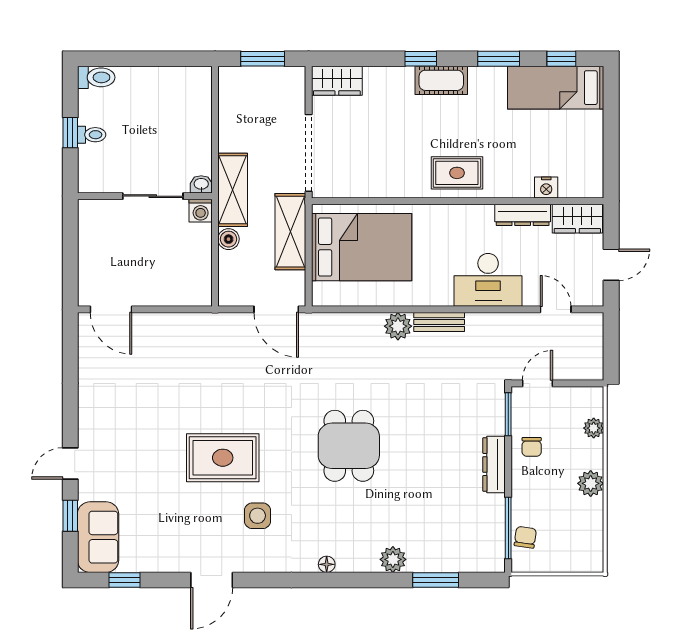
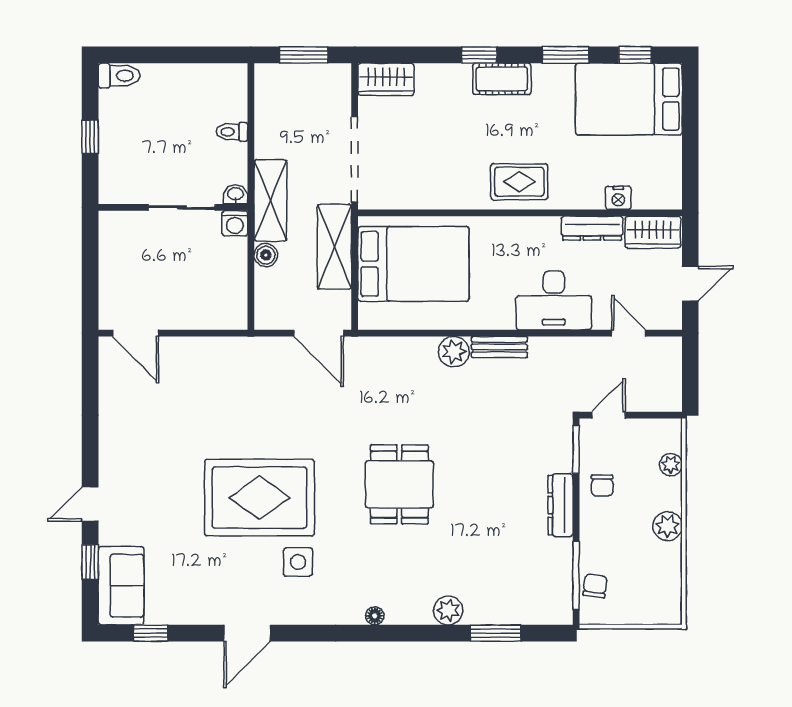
bed: (556, 88) -> (629, 99), width x1.50
toilet: (92, 135) -> (232, 132), moved, turned 180
rug: (223, 458) -> (259, 498), width x1.37, depth x1.44

